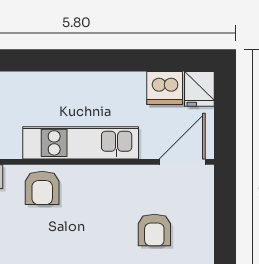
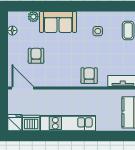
kitchen unit: (81, 143) -> (68, 123), moved, turned 180
door: (182, 162) -> (23, 88), swing flipped

